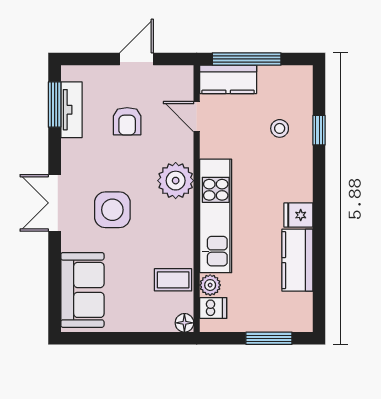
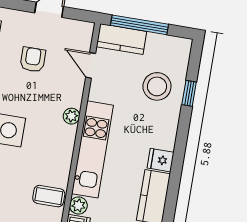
armchair: (127, 121) -> (33, 60), turned 180
stool: (280, 128) -> (157, 86), width x1.89, depth x1.89
plant: (176, 181) -> (71, 116), width x0.53, depth x0.53

